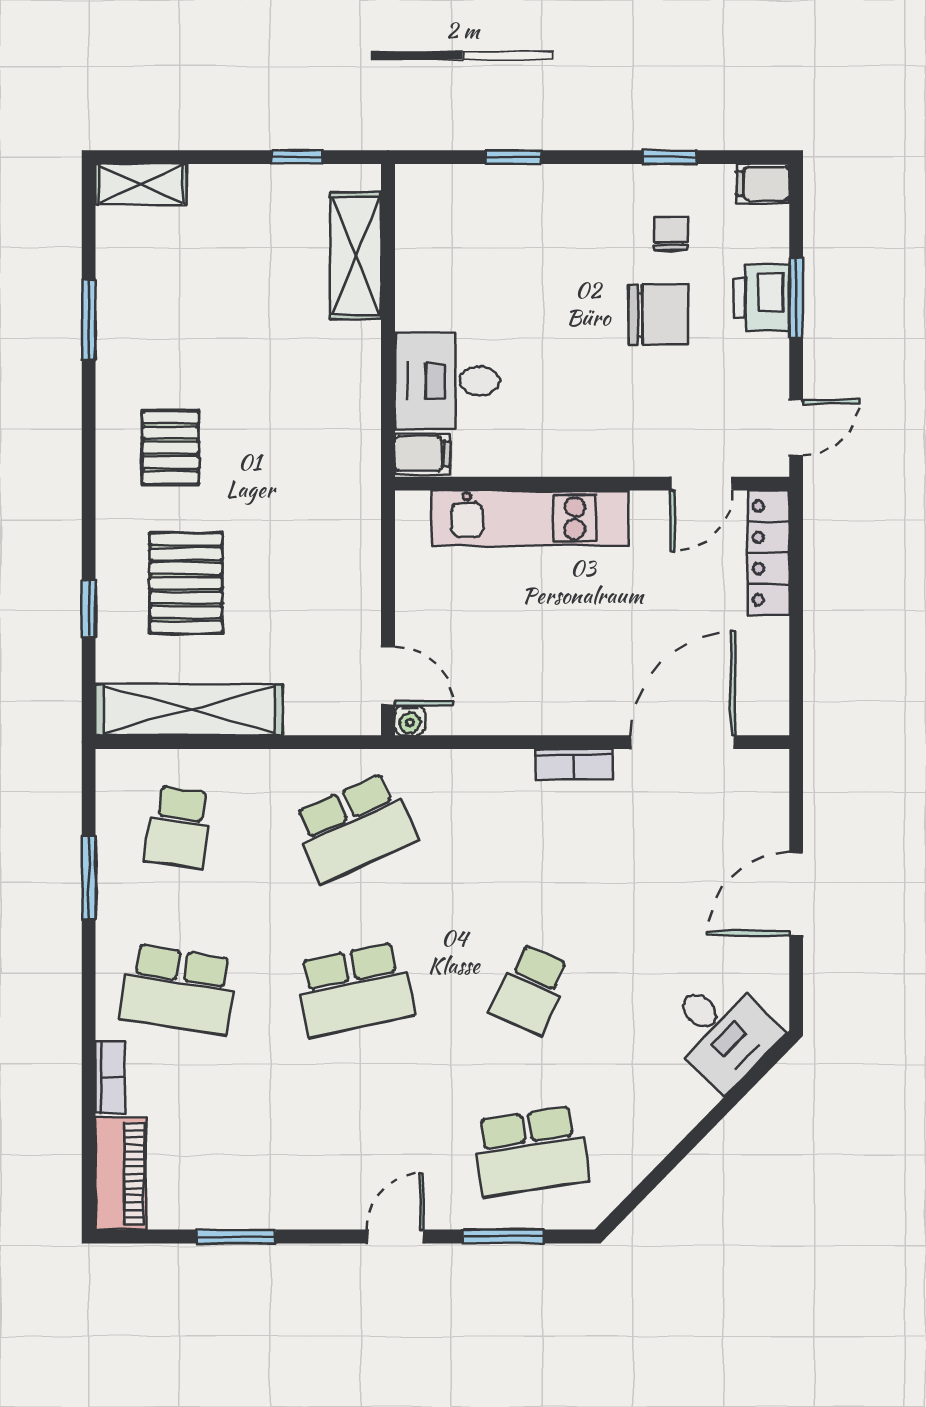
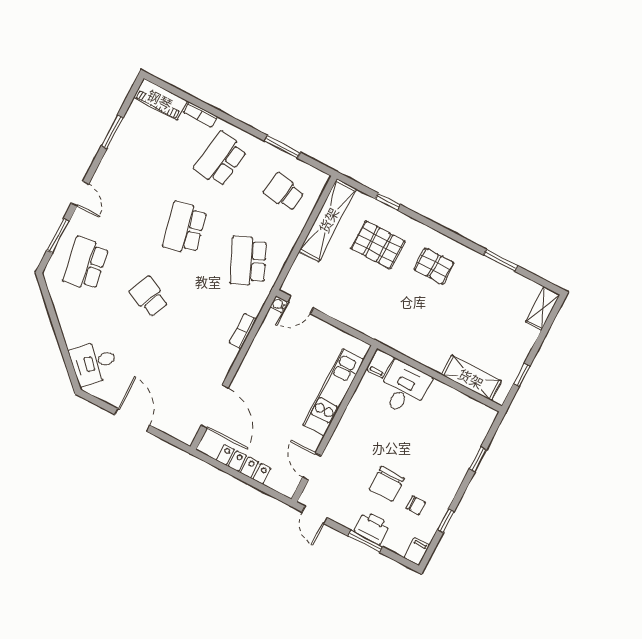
locker: (769, 553) -> (244, 464), moved
bookcase: (574, 764) -> (243, 331), moved

